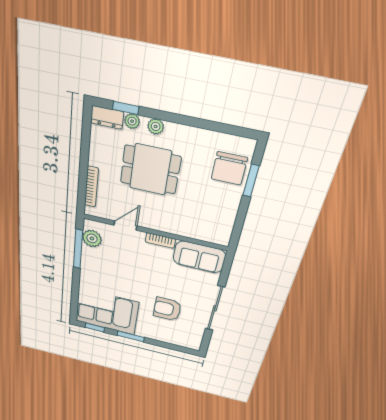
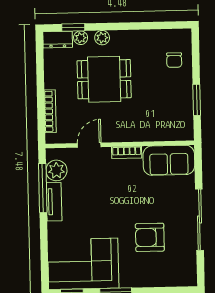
chair: (229, 168) -> (174, 60), width x0.54, depth x0.54
window: (251, 181) -> (197, 100), moved
tv unit: (87, 262) -> (54, 202), added

